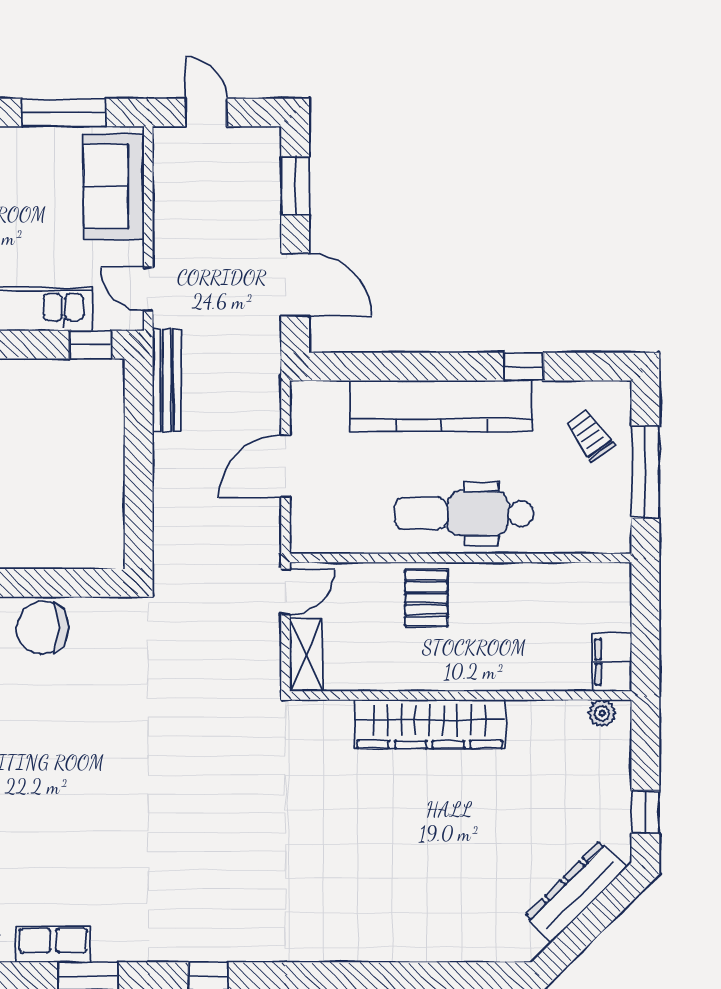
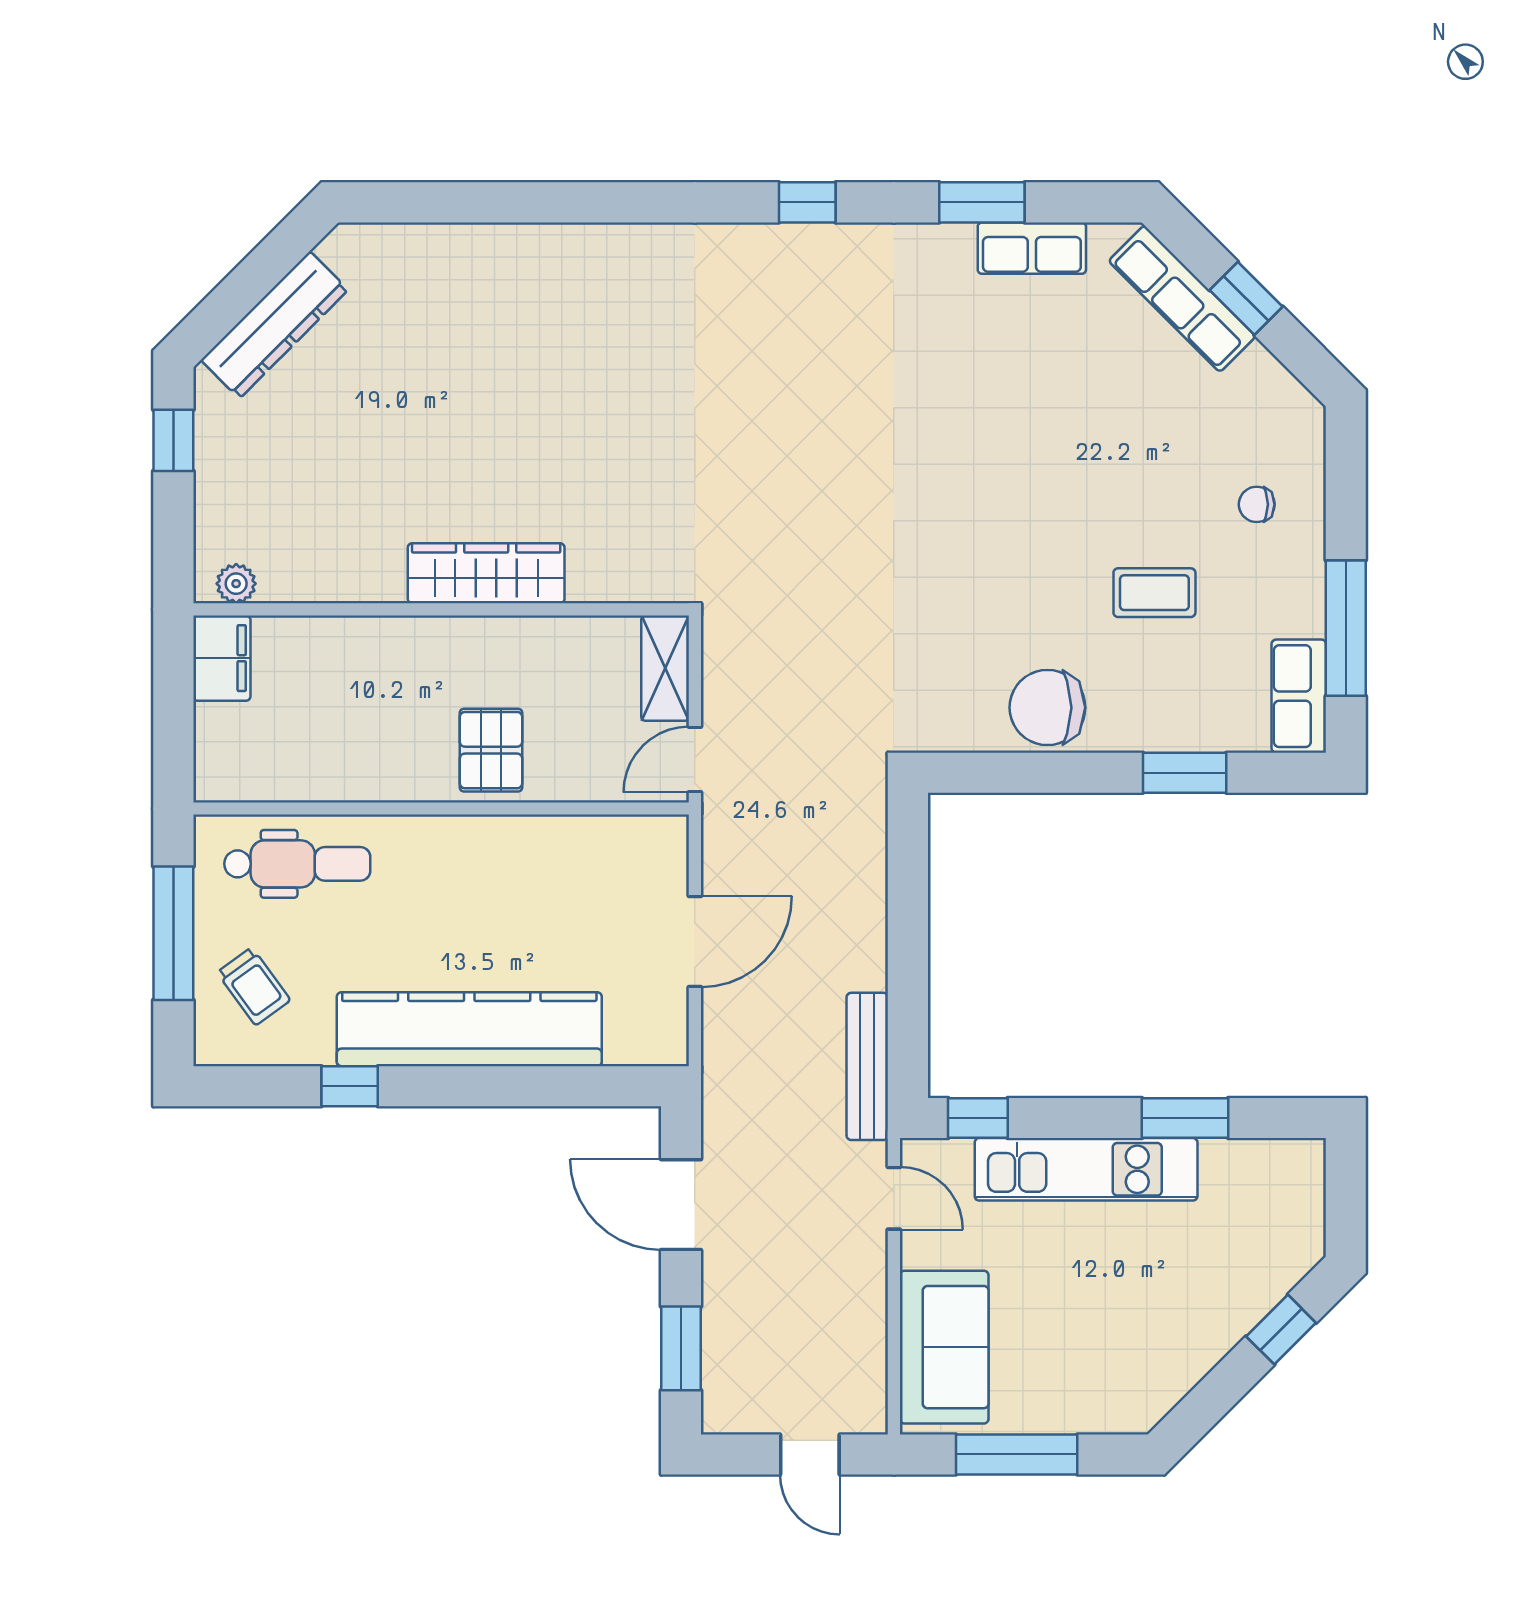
dental chair: (464, 514) -> (297, 864), moved, width x0.73, depth x0.72
chair: (42, 628) -> (1047, 708), turned 180
wardrobe: (430, 724) -> (486, 573), width x0.71, depth x0.85

